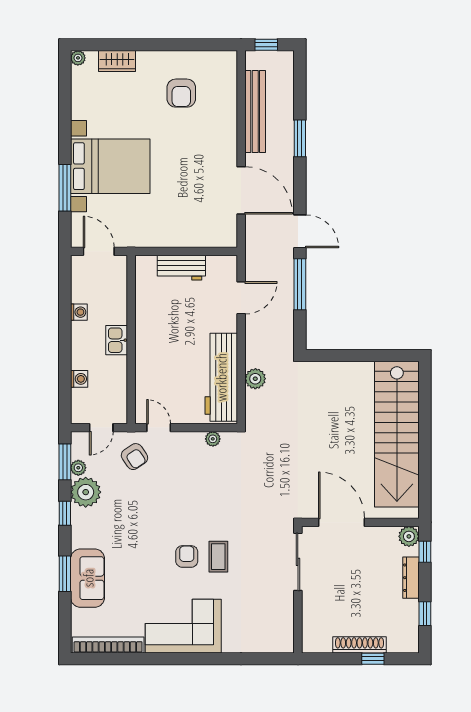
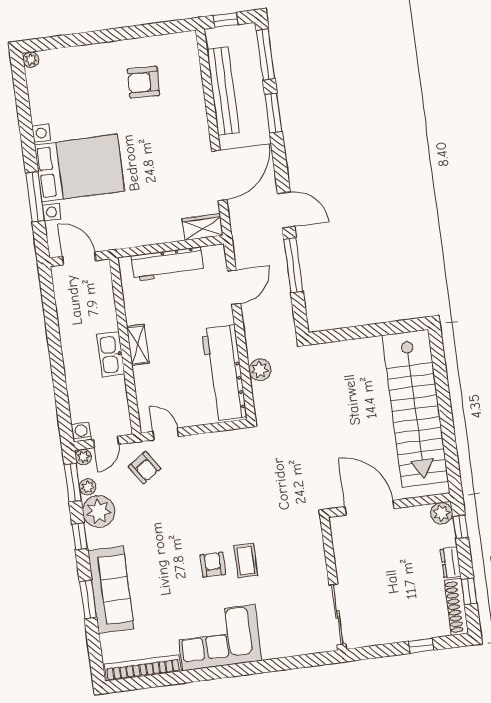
wardrobe: (117, 61) -> (203, 227), moved, turned 180
window: (300, 82) -> (266, 55), added
armchair: (181, 93) -> (143, 82), turned 92
door: (241, 190) -> (219, 175), hinge flipped
workbench: (181, 268) -> (168, 264), width x1.37
washing machine: (79, 312) -> (67, 325), removed
kitchen sink: (117, 340) -> (111, 354), width x1.38
shelving: (143, 340) -> (138, 345), added
washing machine: (79, 379) -> (81, 432), moved, turned -90
plant: (213, 439) -> (83, 457), moved
sliding door: (298, 562) -> (337, 614), moved
sofa: (88, 578) -> (111, 590), width x1.36
dresser: (411, 578) -> (451, 562), width x0.70
shoe rack: (359, 645) -> (456, 607), moved, turned -90

